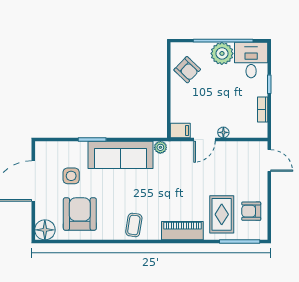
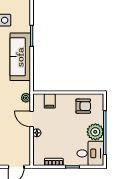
armchair: (187, 70) -> (83, 106), turned -134
filing cabinet: (180, 131) -> (50, 101), moved
plant: (160, 147) -> (26, 98), moved

